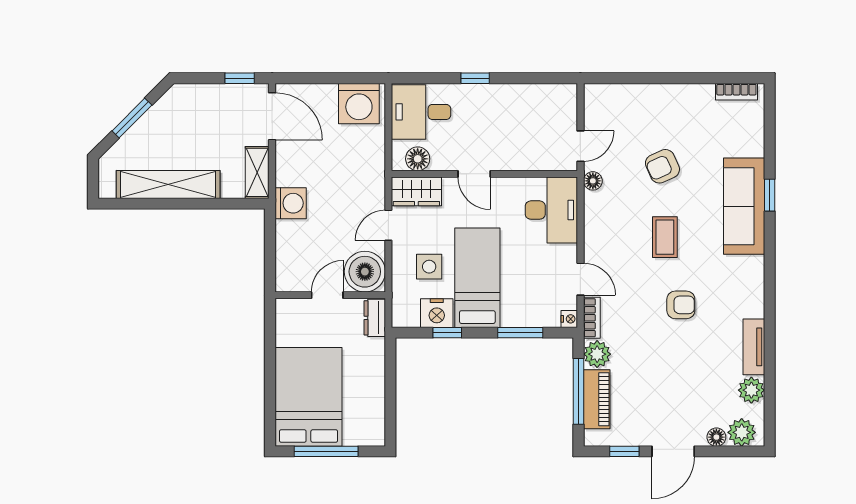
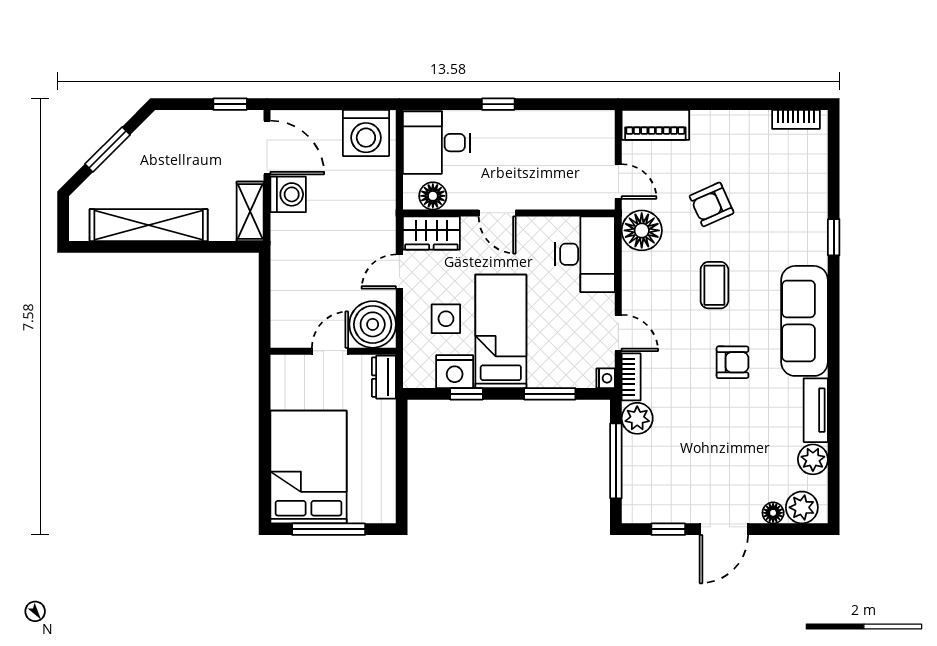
door: (580, 146) -> (618, 181), hinge flipped
floor lamp: (593, 181) -> (642, 230), width x1.89, depth x1.89
washing machine: (291, 203) -> (288, 194), moved
sofa: (744, 206) -> (805, 321), moved
piano: (597, 399) -> (655, 125), moved, turned 90

